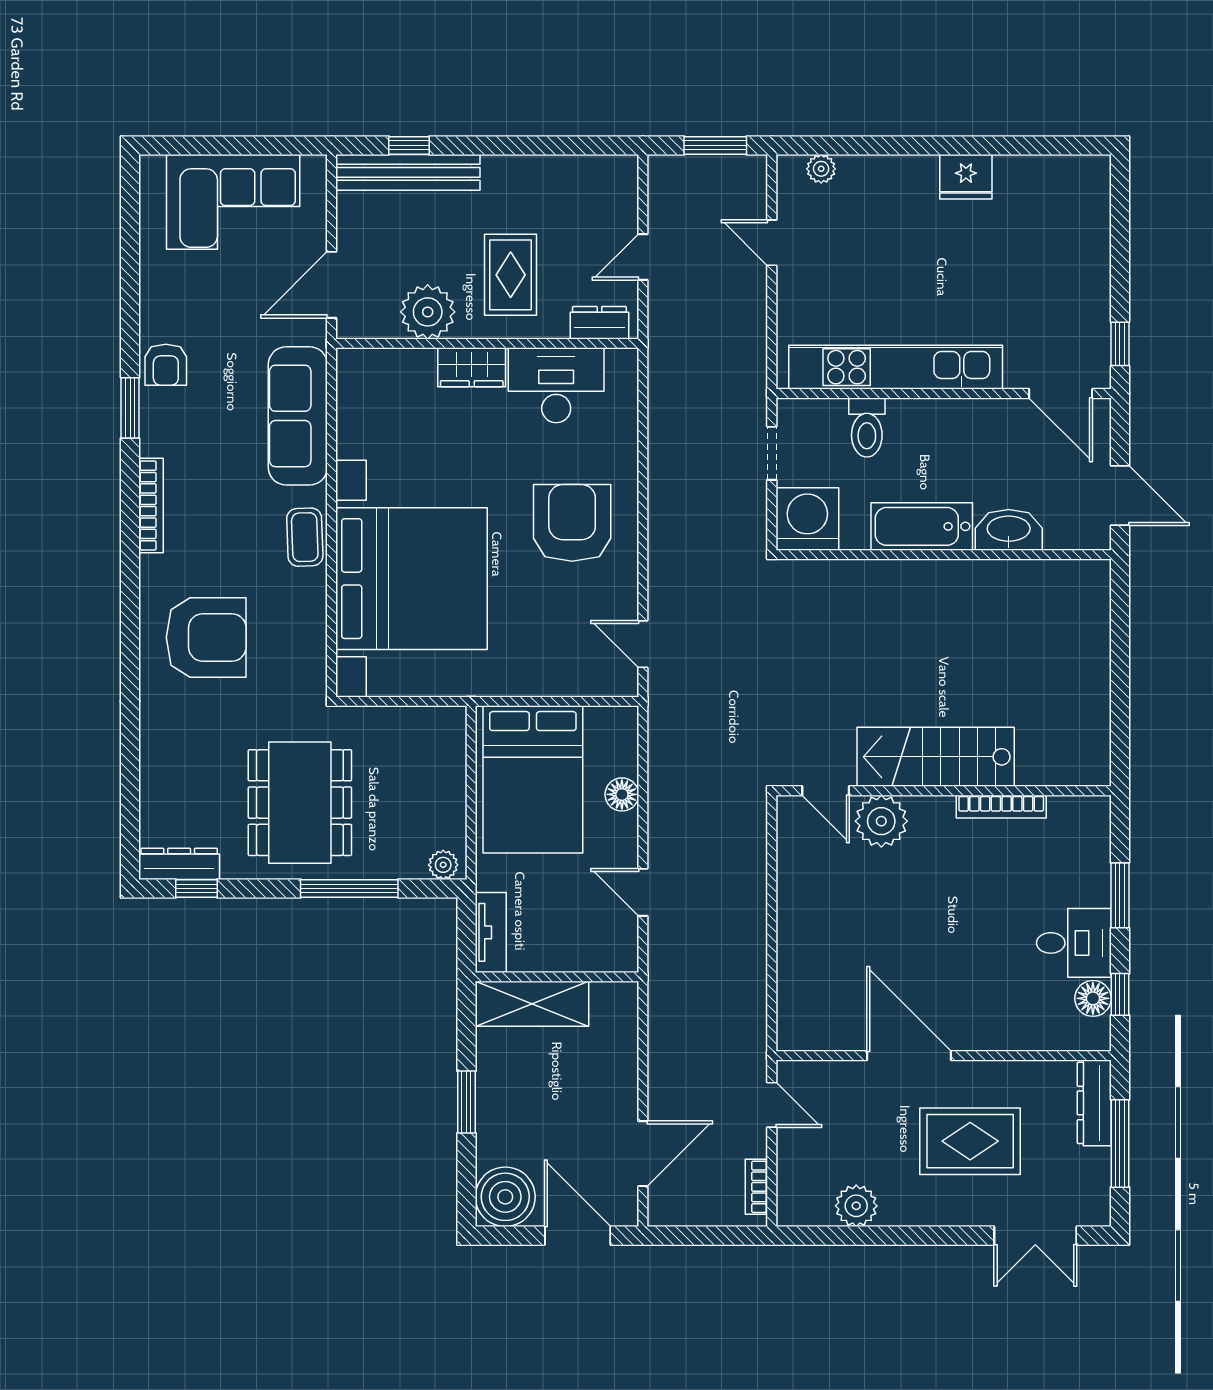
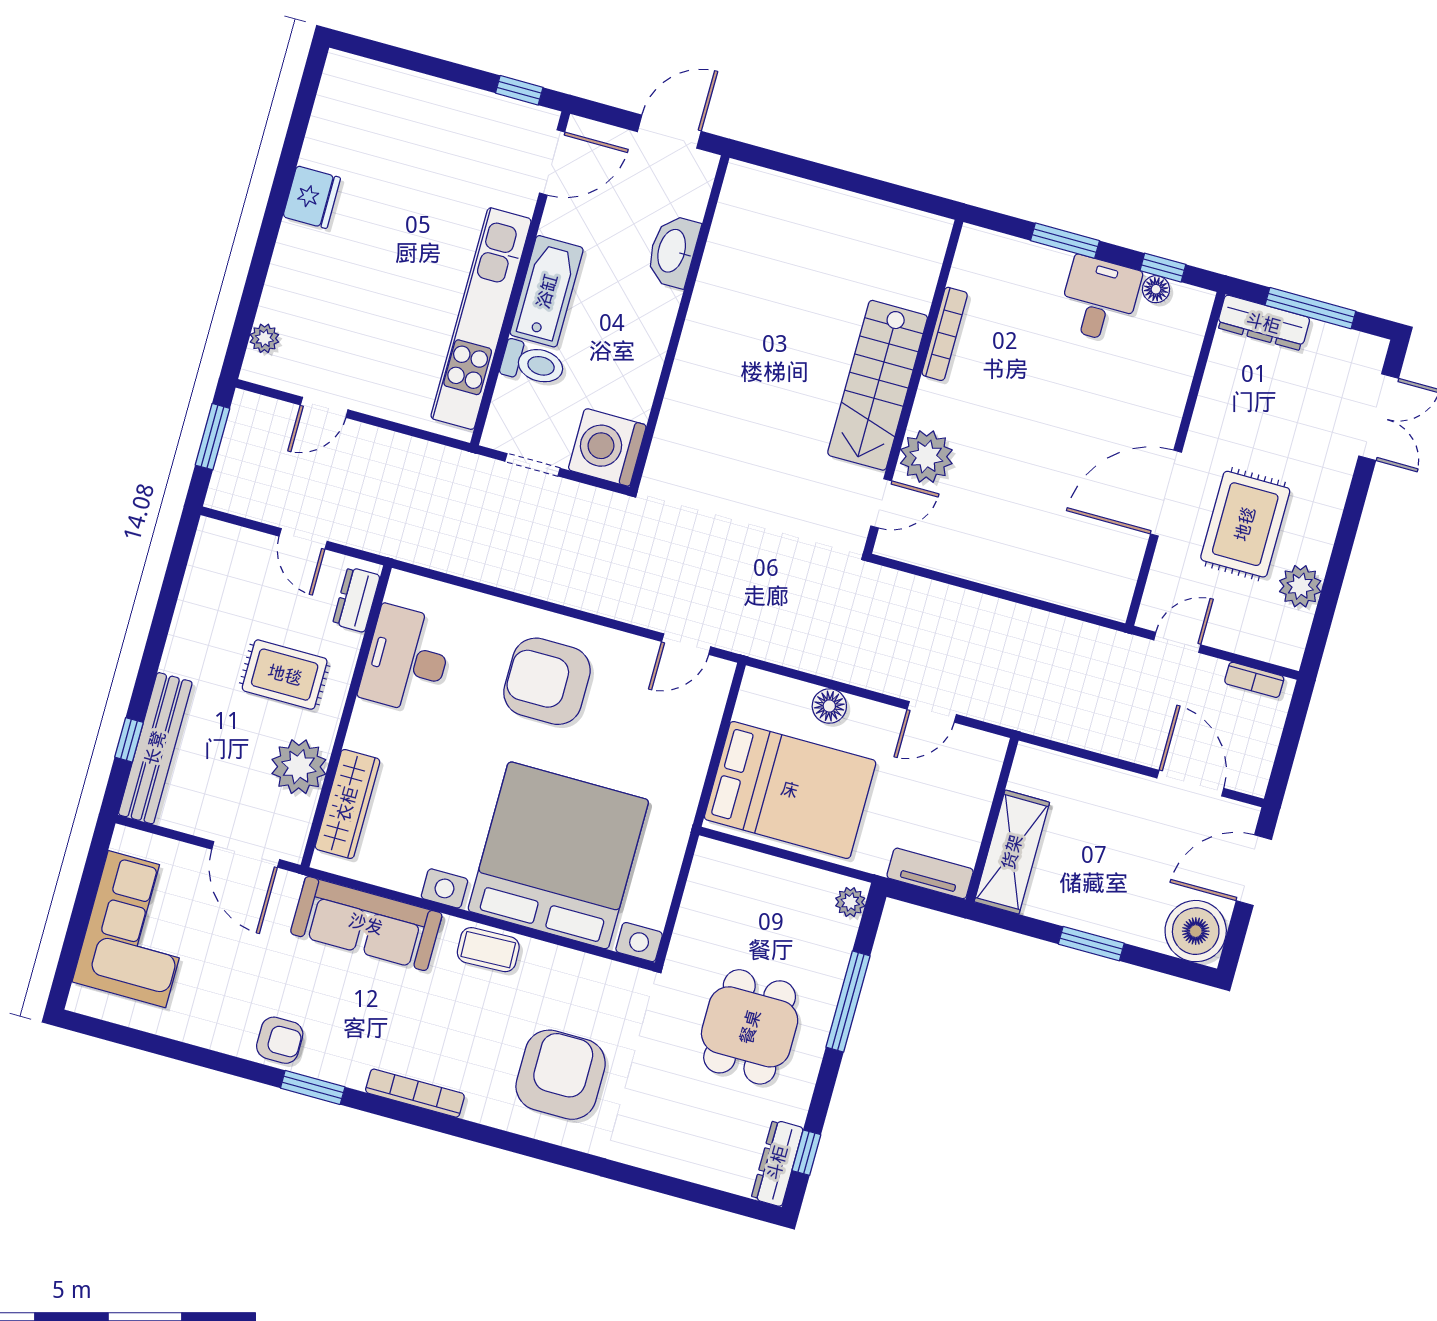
wardrobe: (472, 367) -> (347, 804), moved, width x1.50
bathtub: (922, 526) -> (547, 291), moved, turned 180
dining table: (300, 803) -> (750, 1027), width x0.73
floor lamp: (1093, 998) -> (1156, 289), width x0.73, depth x0.73
rug: (970, 1141) -> (1245, 524), moved

